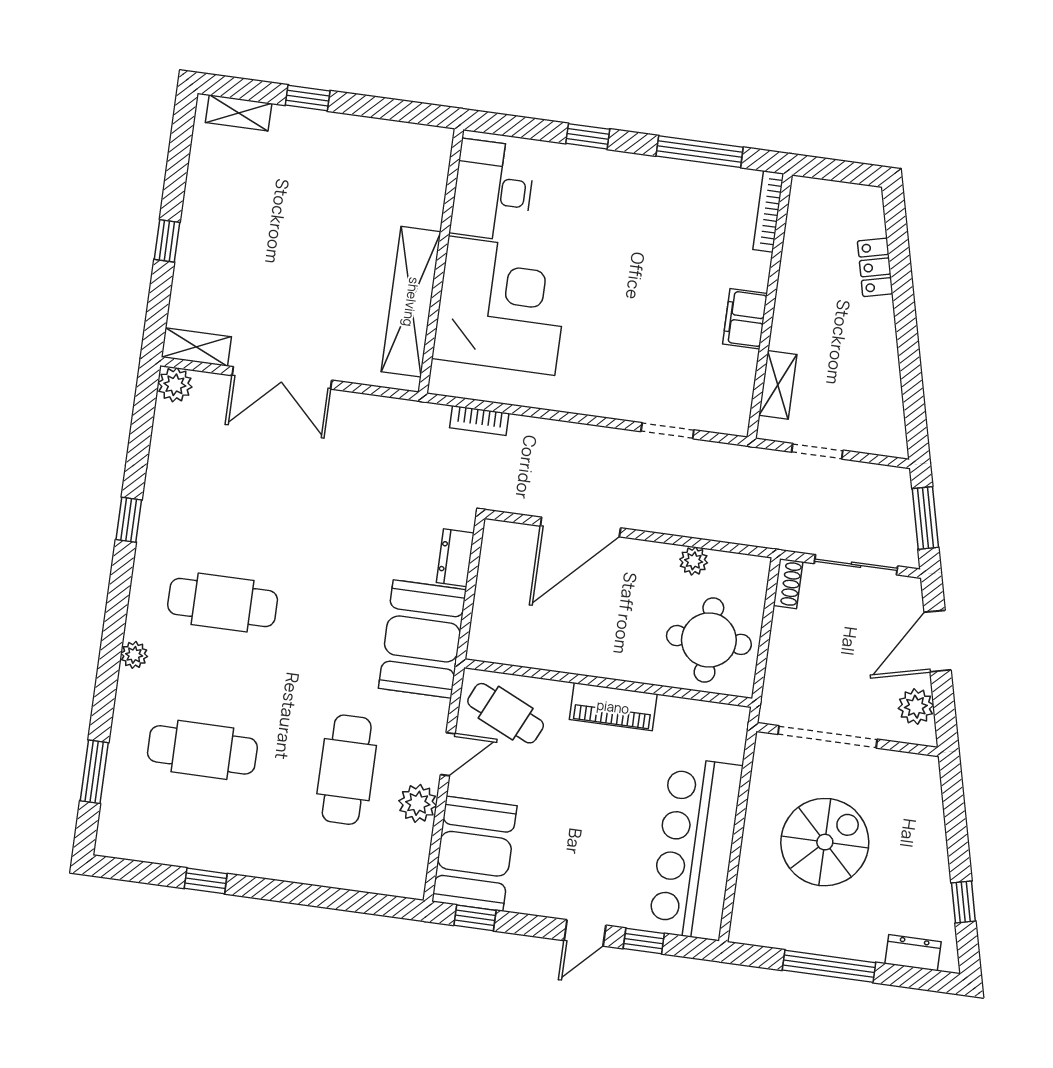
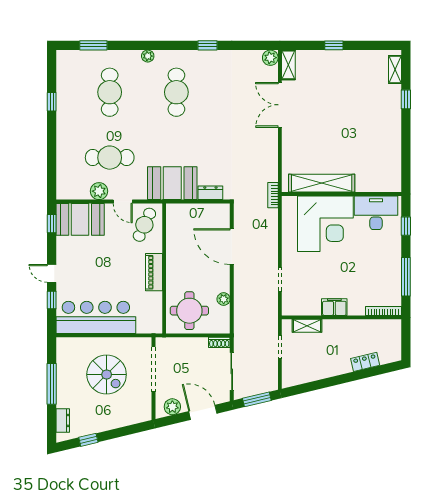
desk: (493, 191) -> (376, 213), moved
wall: (441, 261) -> (342, 194), moved
shelving: (411, 302) -> (322, 183), moved
corner desk: (502, 306) -> (325, 224), moved

